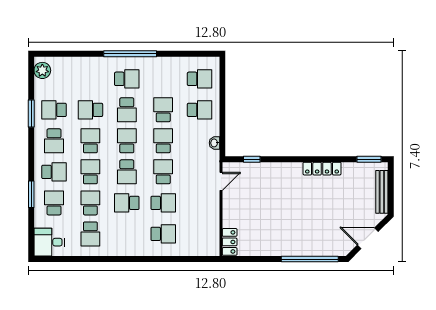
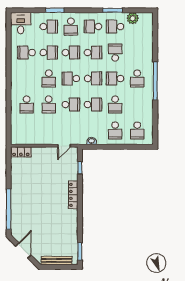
plant: (42, 70) -> (133, 18), moved
school desk: (54, 110) -> (115, 27), turned -90
school desk: (163, 110) -> (115, 104), turned 90
locker: (322, 169) -> (73, 195), moved
door: (221, 181) -> (64, 146), hinge flipped
school desk: (127, 203) -> (49, 79), turned 180

